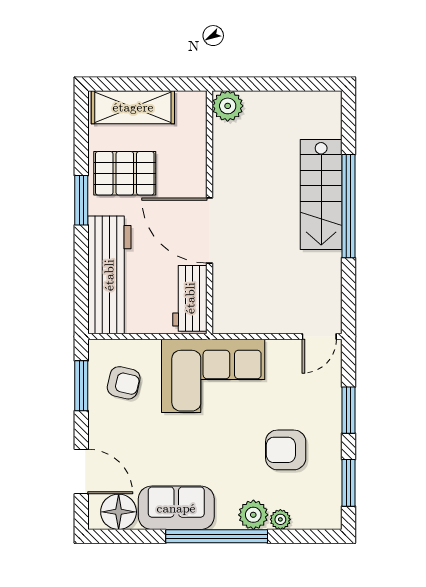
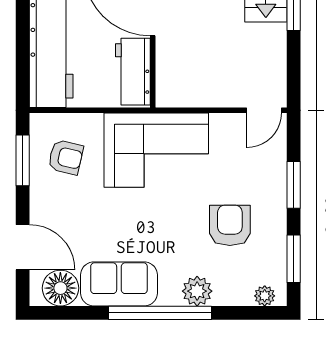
armchair: (286, 450) -> (230, 225), turned 90
plant: (280, 519) -> (265, 296), moved

